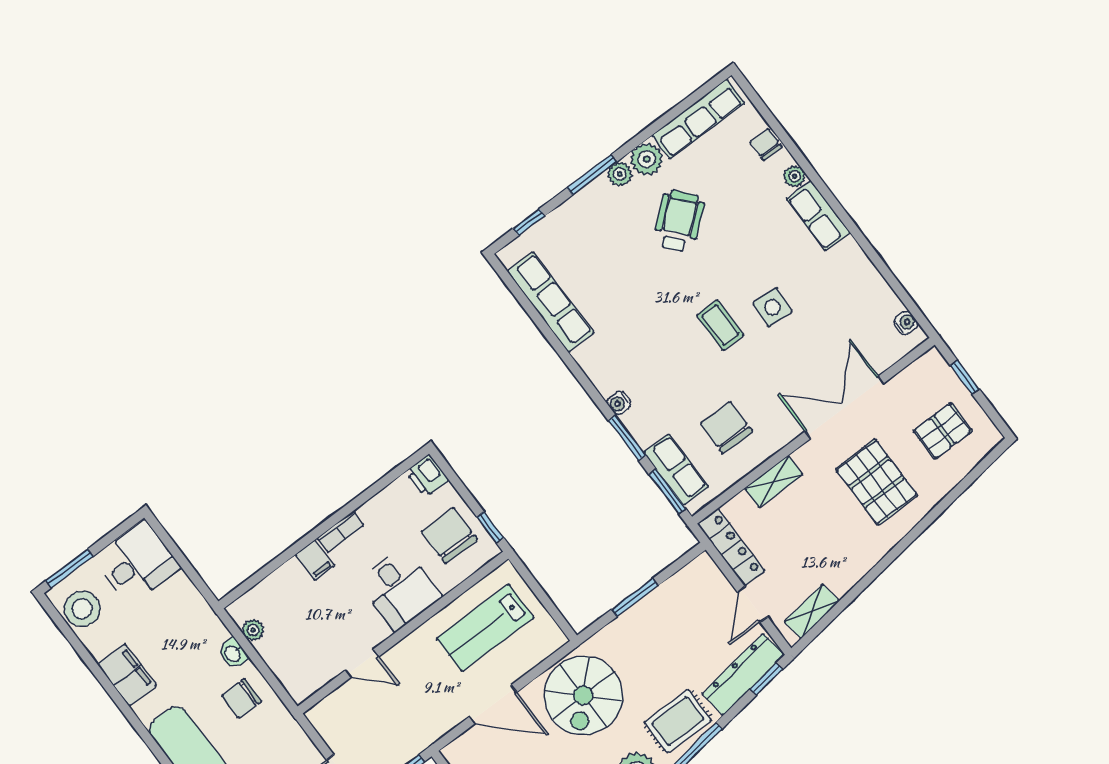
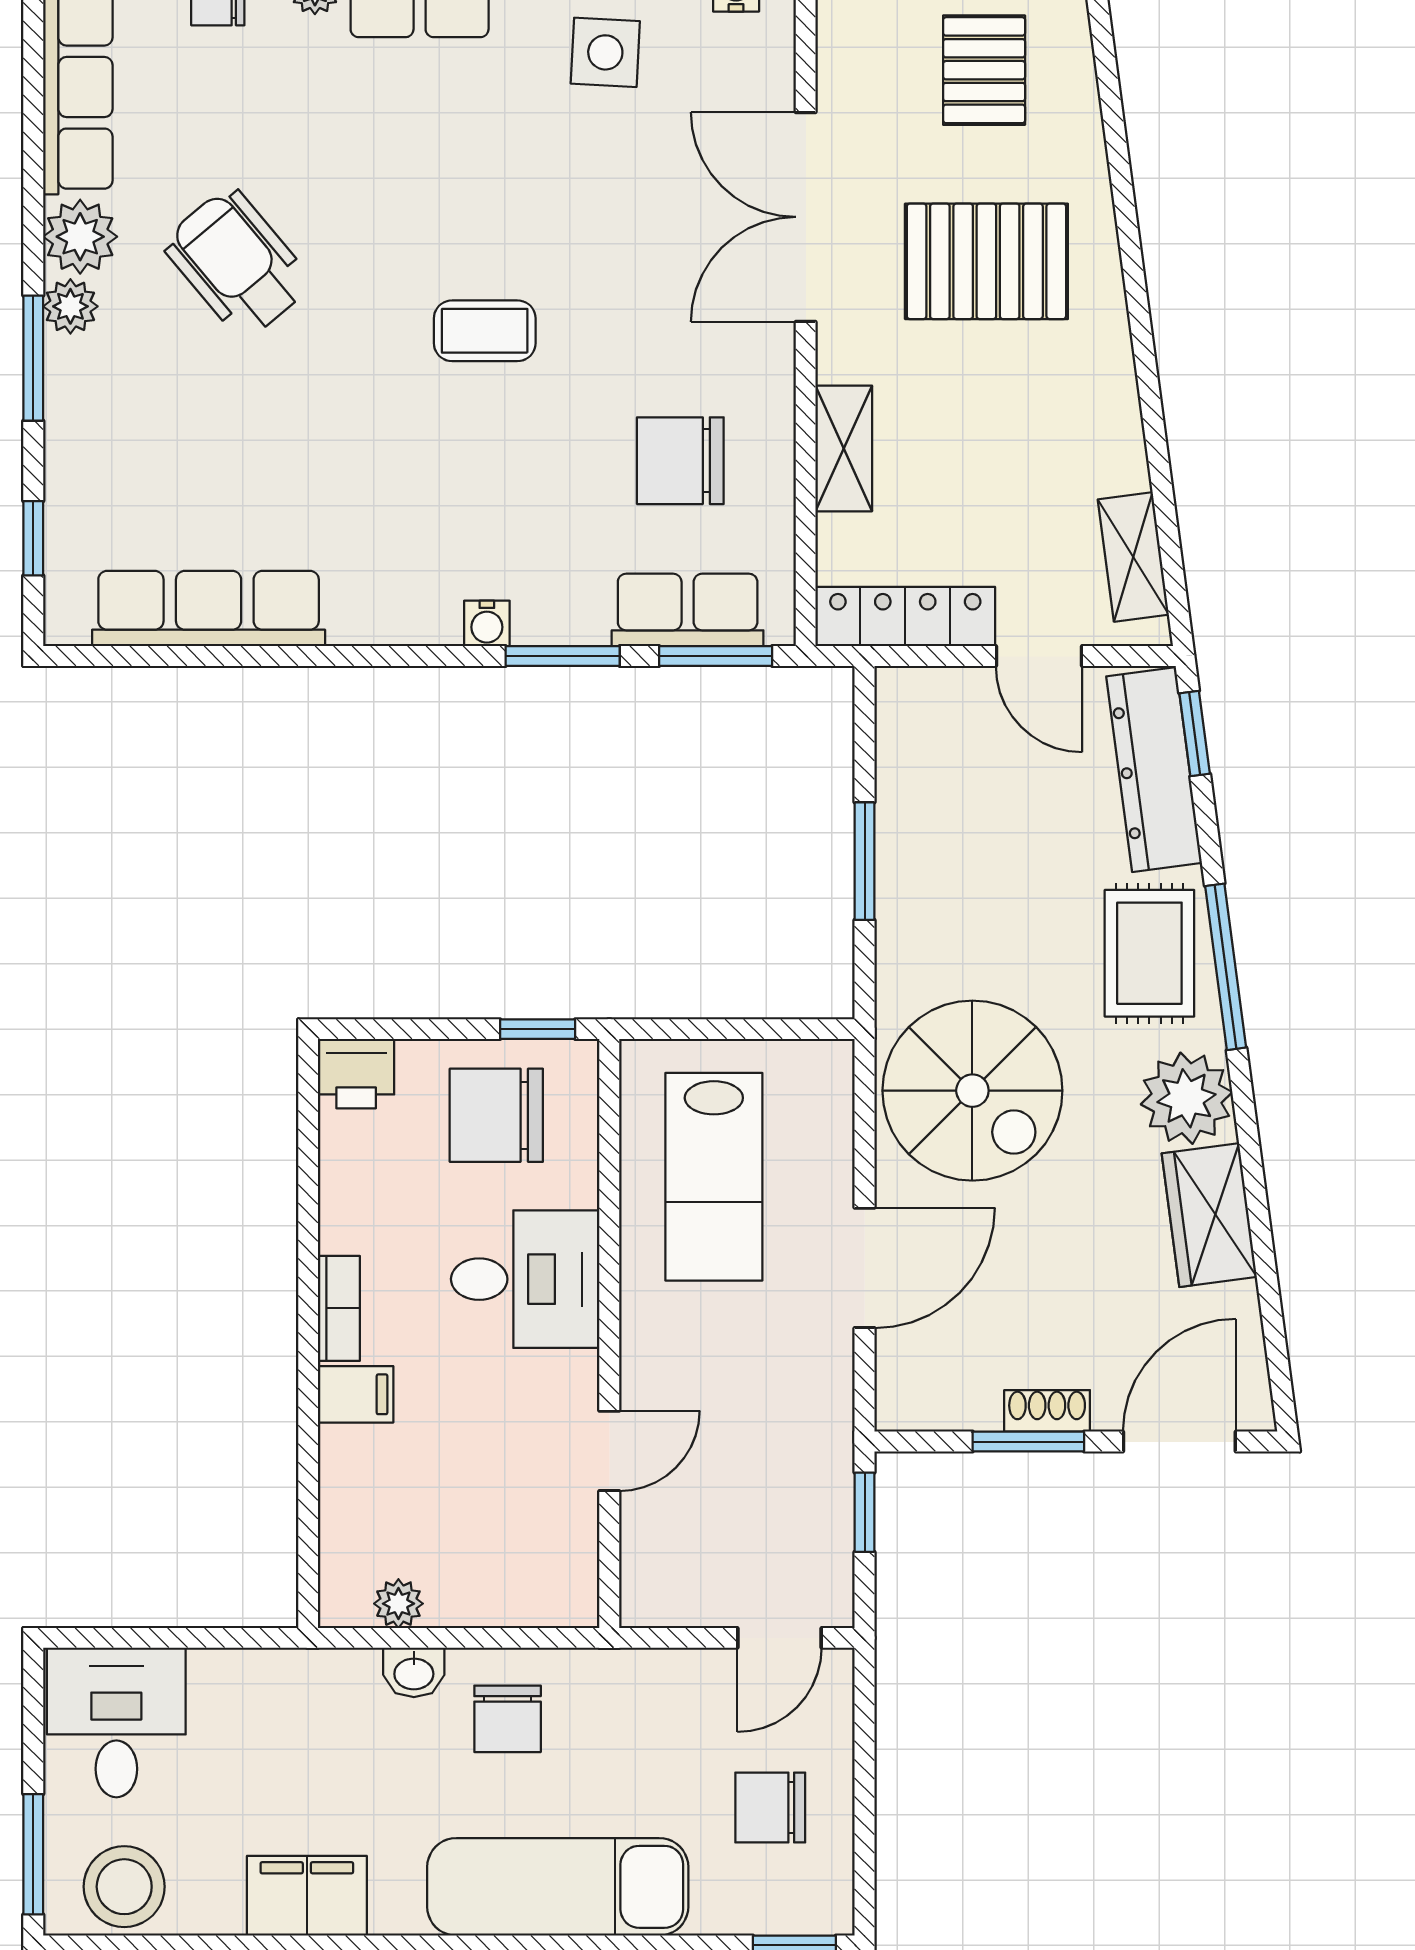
side table: (772, 307) -> (605, 52), moved

